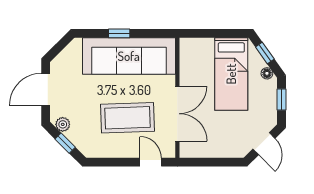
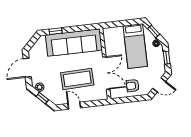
window: (119, 33) -> (56, 31), moved
armchair: (219, 140) -> (133, 86), added
door: (264, 144) -> (159, 85), hinge flipped
door: (151, 162) -> (74, 106), moved

